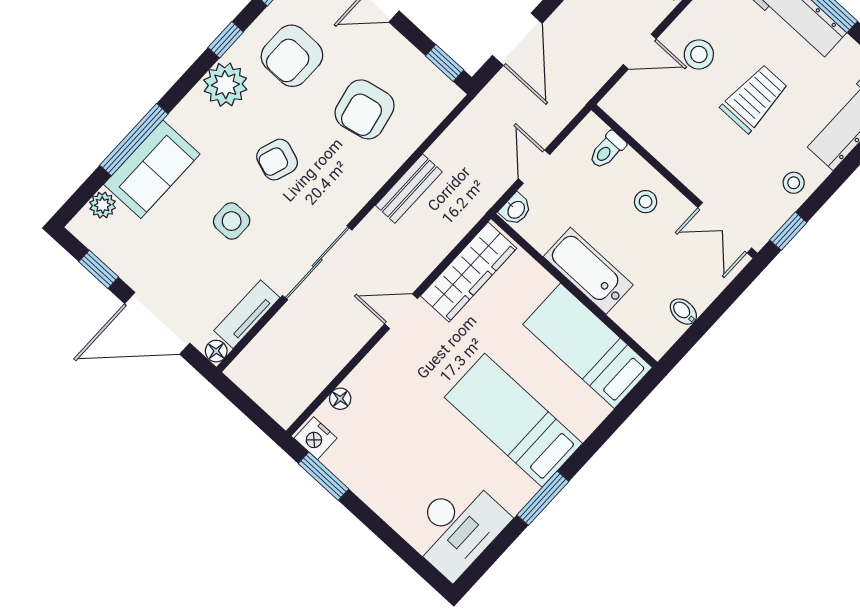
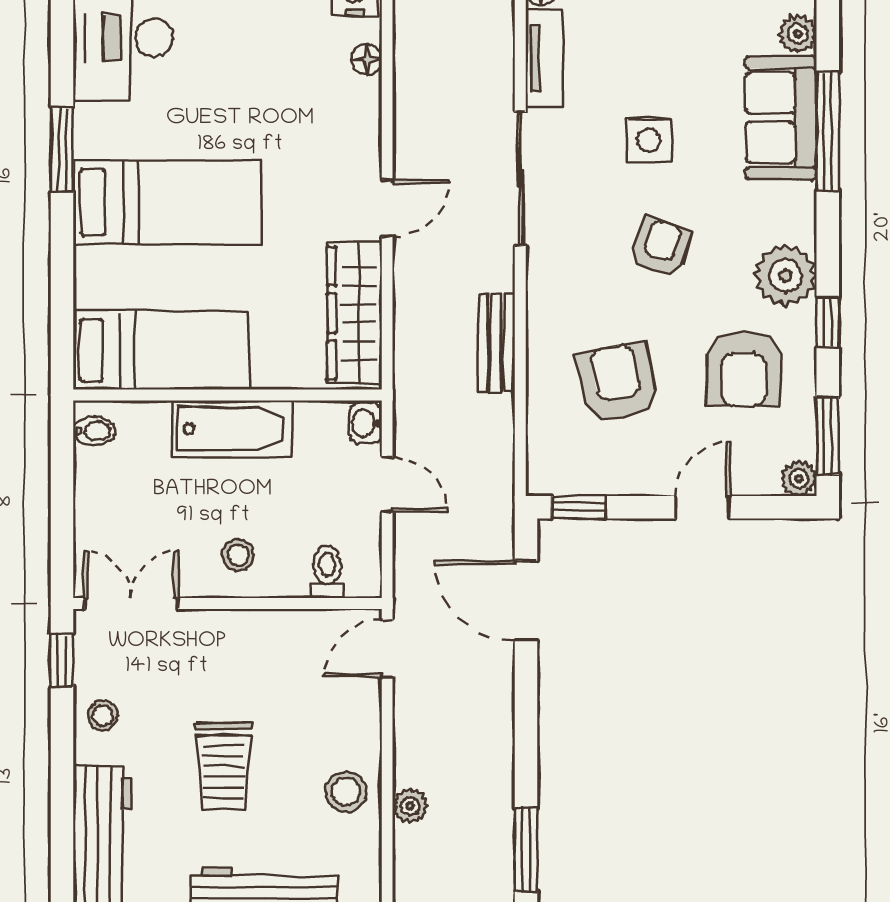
door: (640, 52) -> (387, 648), moved
stool: (699, 54) -> (346, 792), moved
armchair: (292, 56) -> (744, 369), turned 180
bidet: (683, 312) -> (94, 431), moved

